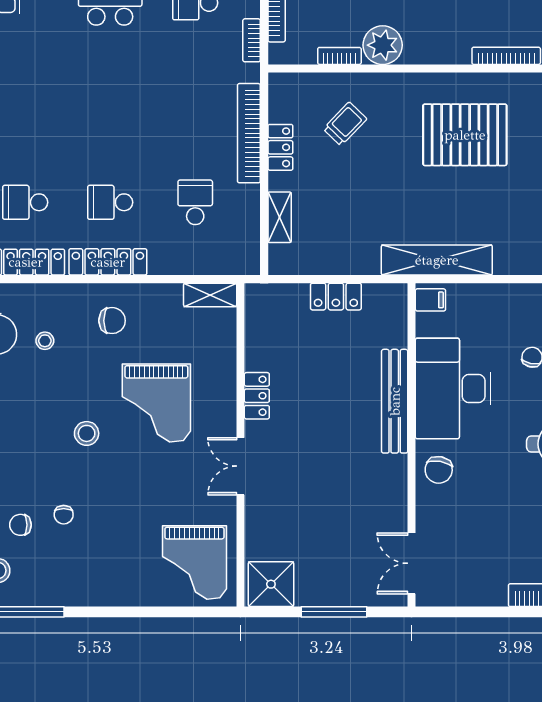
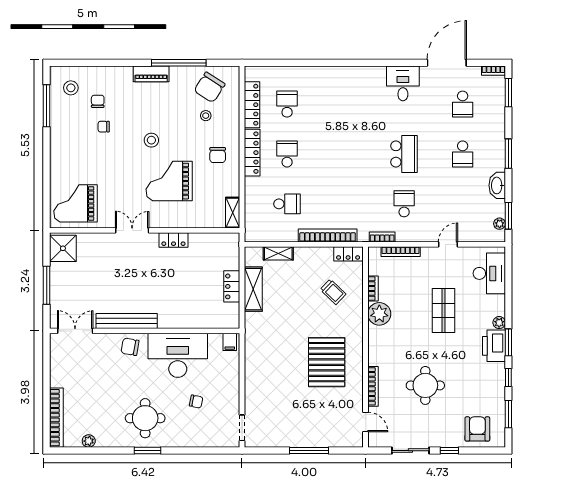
locker: (280, 147) -> (348, 254), moved
shelving: (437, 260) -> (253, 289), moved, width x0.68
bench: (395, 401) -> (127, 321), moved

